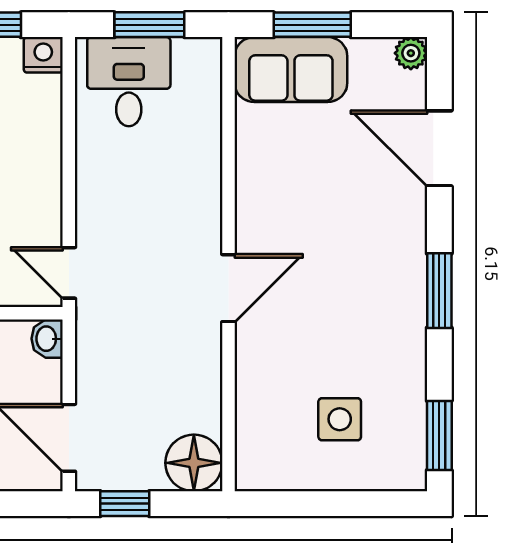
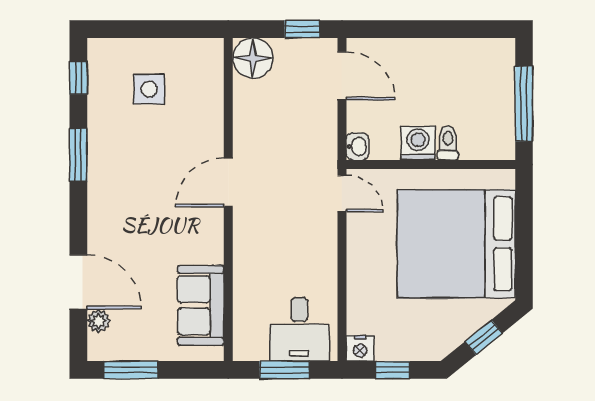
window: (312, 25) -> (131, 370), moved
plant: (411, 53) -> (99, 321), moved
sofa: (291, 70) -> (201, 305), moved, turned -90
window: (439, 291) -> (78, 155), moved
window: (439, 435) -> (78, 78), width x0.67

